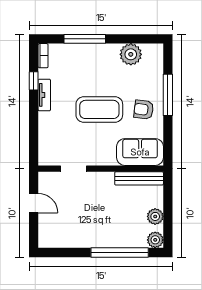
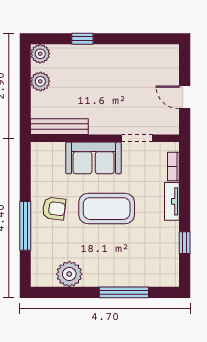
bookcase: (43, 56) -> (173, 166), moved
tv unit: (44, 95) -> (172, 201), moved
sofa: (140, 152) -> (94, 158), moved
window: (120, 252) -> (82, 39), width x0.32

